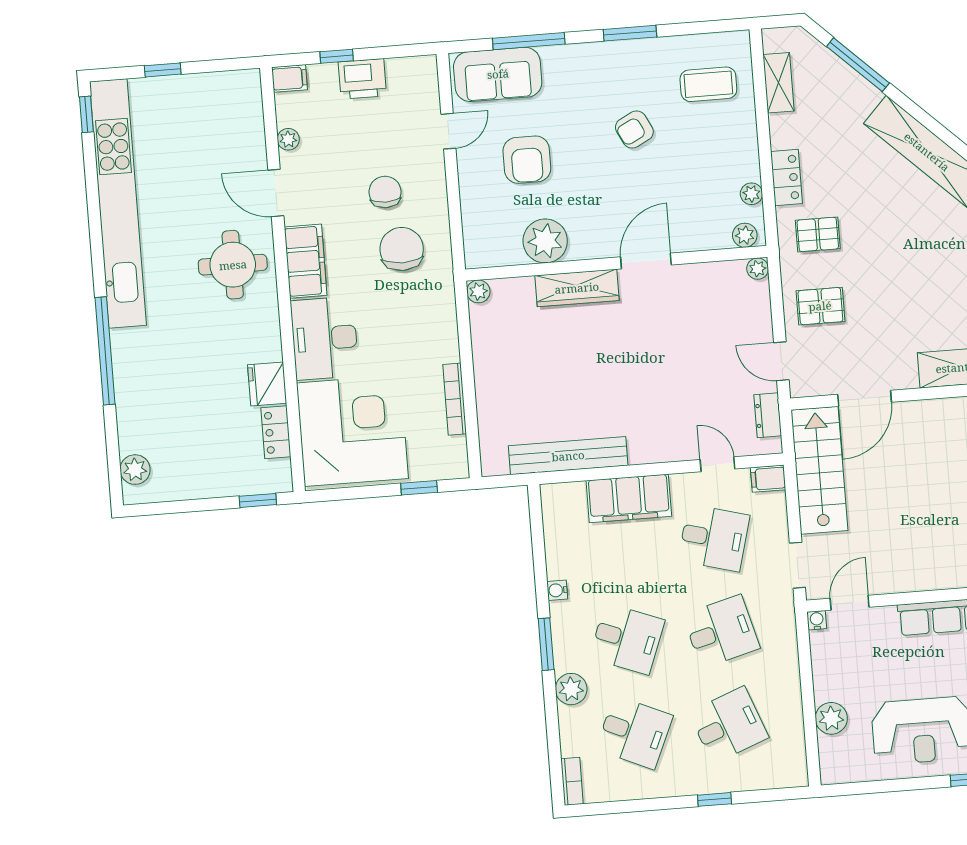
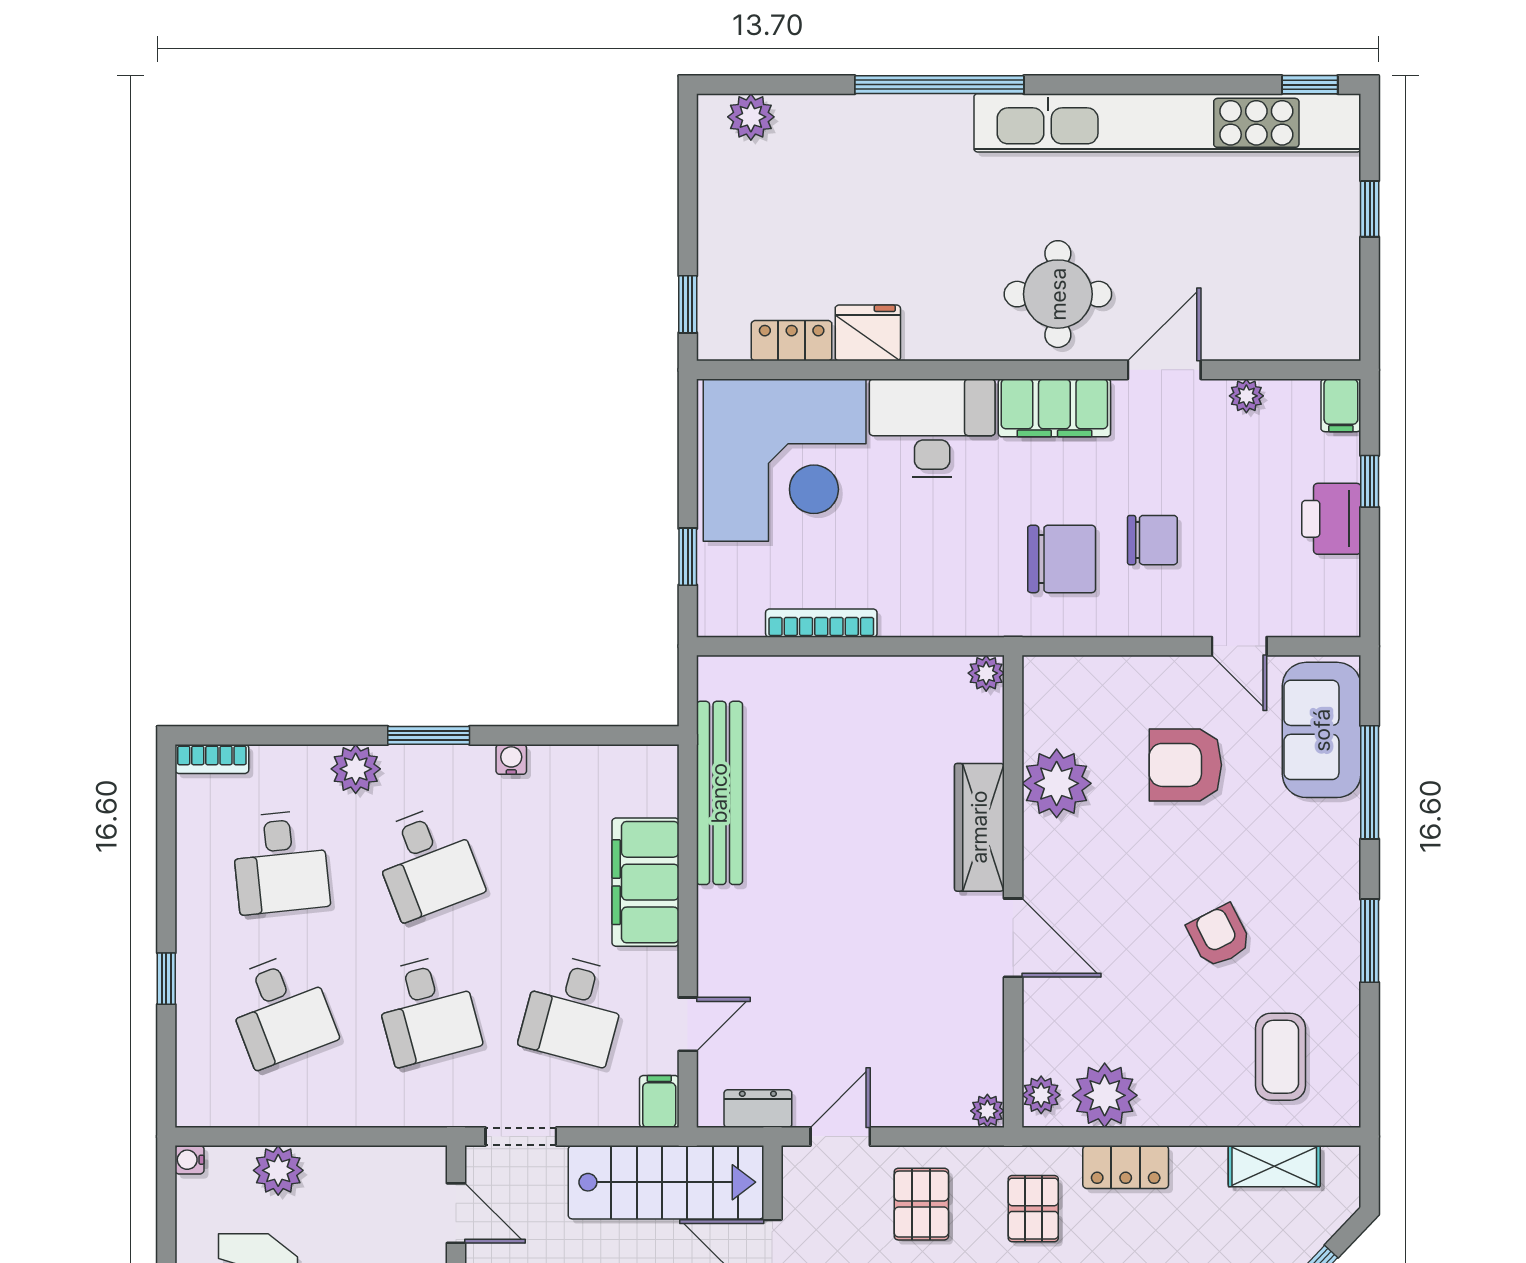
plant: (751, 194) -> (1105, 1095), width x1.88, depth x1.88
water cooler: (817, 620) -> (189, 1160), moved, turned 180
desk: (627, 639) -> (427, 862), turned -42
desk: (634, 732) -> (280, 862), turned -30

